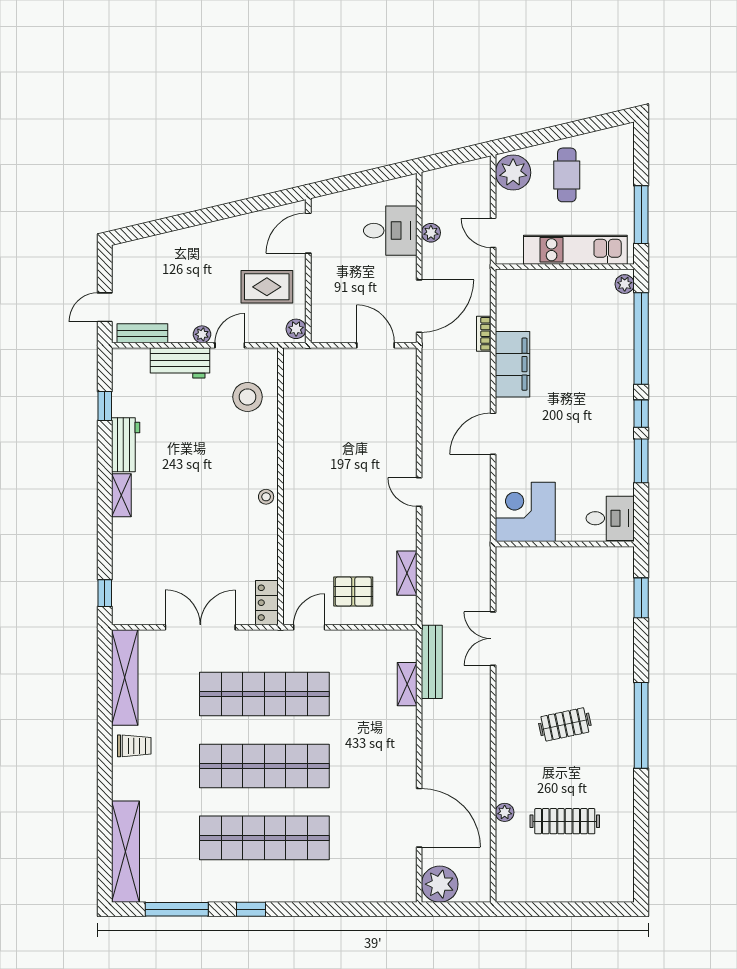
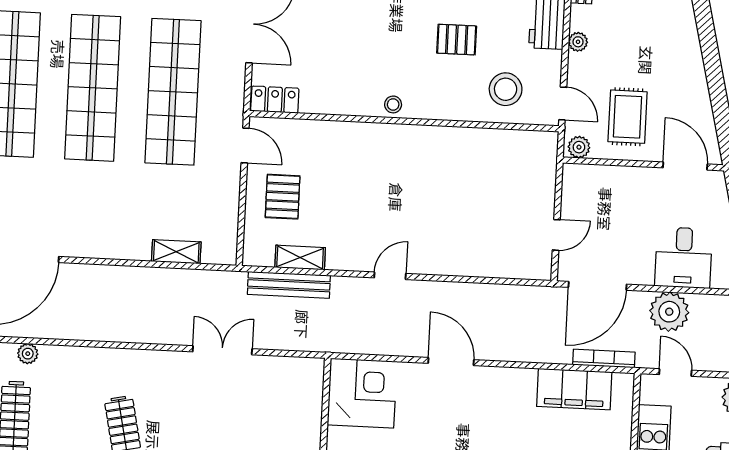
plant: (431, 233) -> (669, 312), width x1.88, depth x1.88
door: (493, 233) -> (675, 372), hinge flipped
door: (419, 306) -> (598, 286), hinge flipped
bookcase: (484, 334) -> (604, 358), moved, width x1.56
door: (230, 345) -> (563, 103), moved
door: (376, 345) -> (556, 235), width x0.73
filing cabinet: (513, 364) -> (574, 389), moved
pallet: (205, 443) -> (457, 40), added
bench: (432, 662) -> (289, 285), moved

